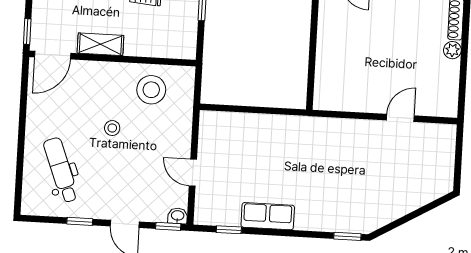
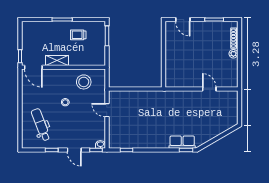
door: (53, 55) -> (33, 67), hinge flipped
door: (400, 118) -> (209, 89), hinge flipped
door: (193, 173) -> (107, 110), moved
row of seats: (268, 216) -> (182, 142), moved

